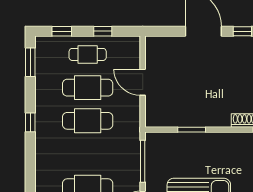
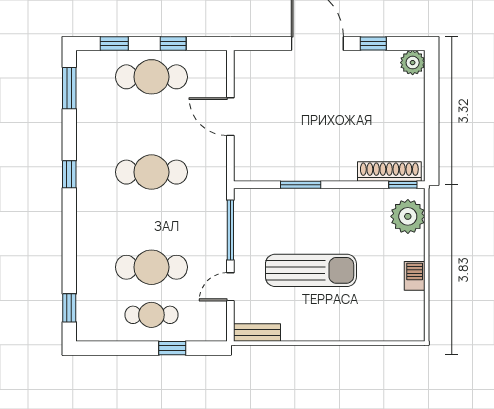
cafe table: (88, 54) -> (151, 77), width x1.37, depth x1.35
cafe table: (88, 88) -> (151, 124), removed

